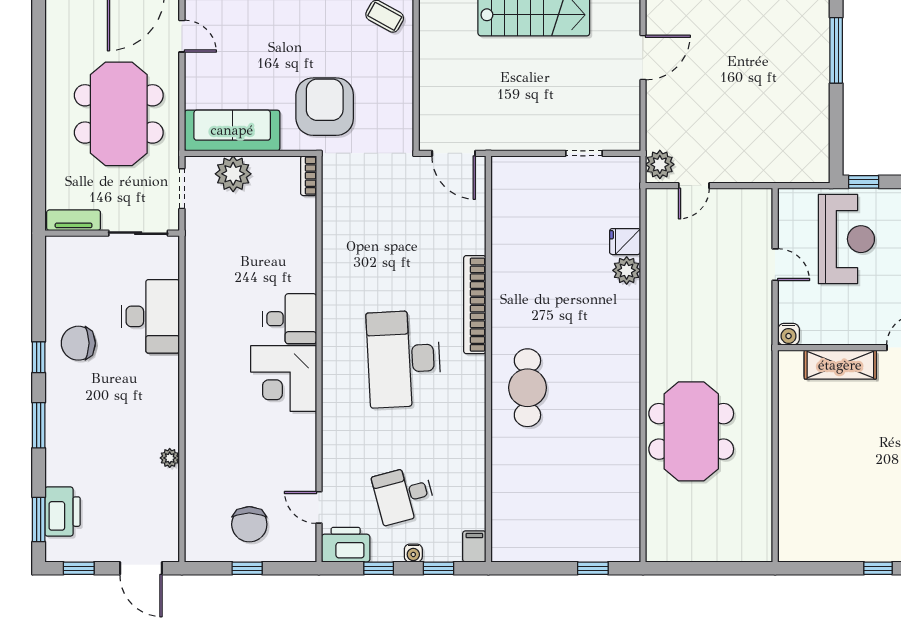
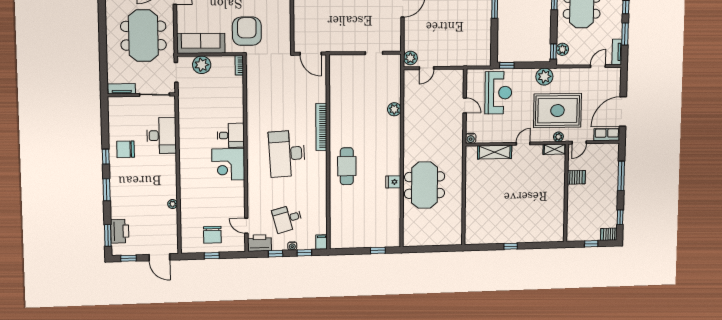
fridge: (625, 242) -> (393, 182), moved

